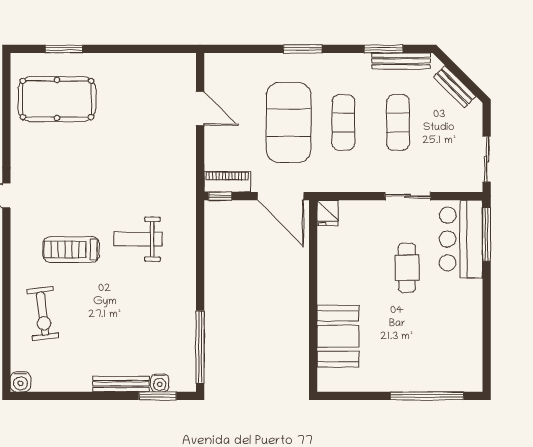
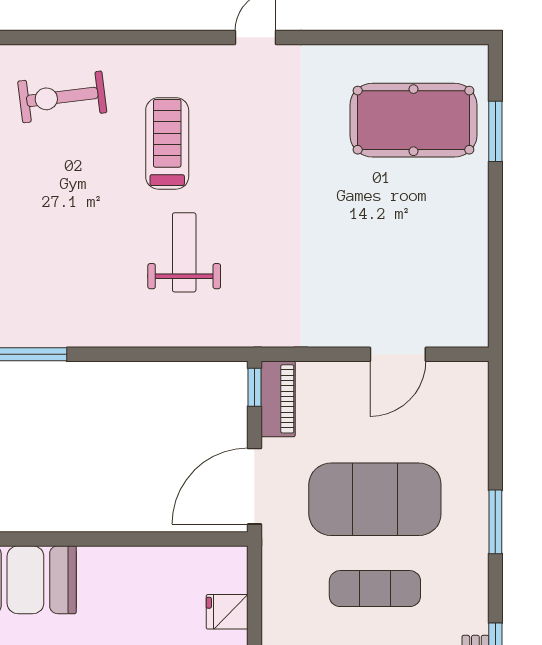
pool table: (57, 99) -> (413, 120), turned 90
fridge: (328, 213) -> (227, 612), moved

